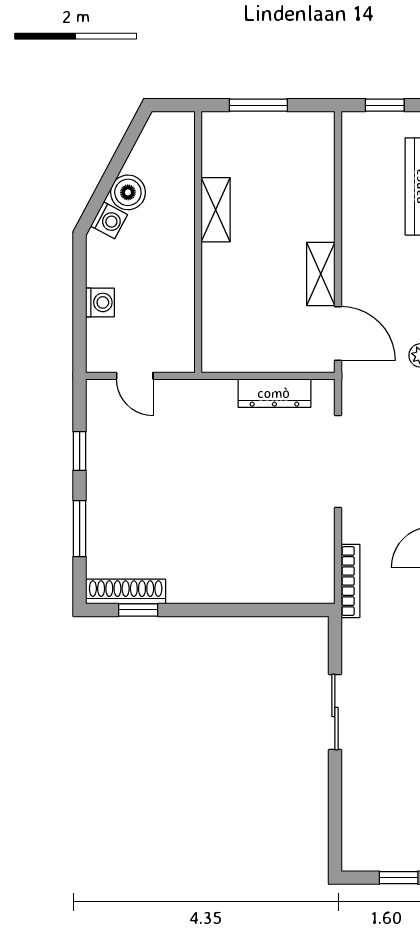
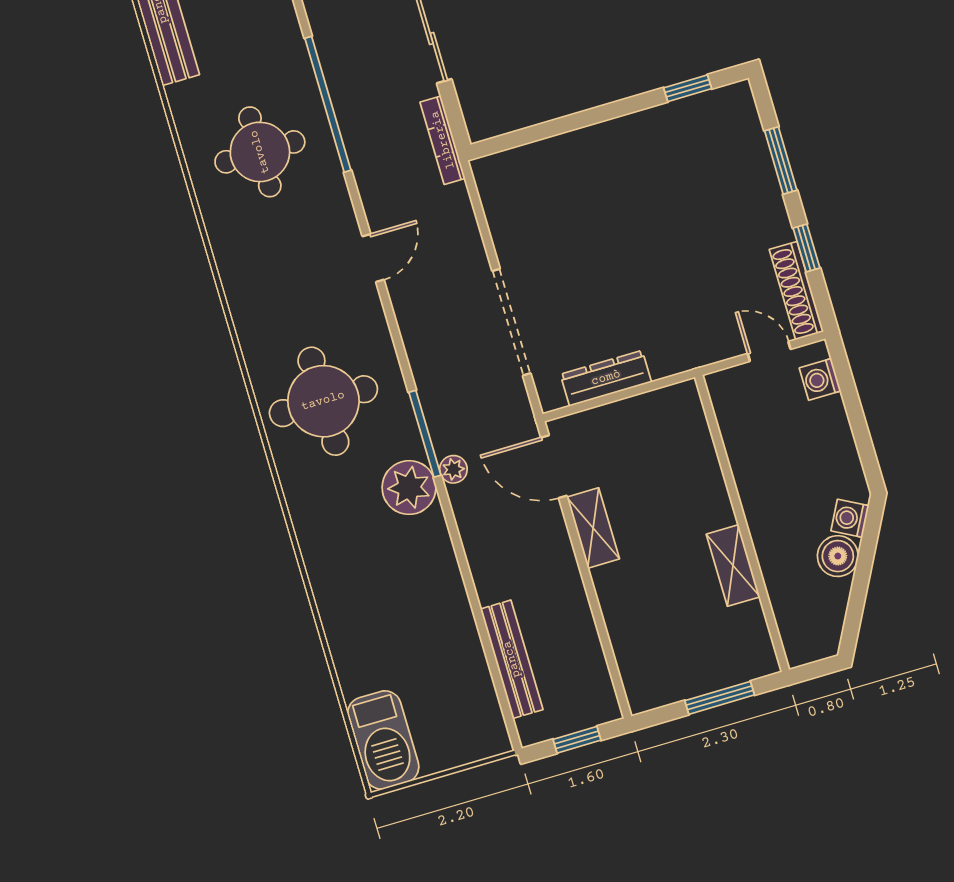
washing machine: (100, 302) -> (820, 379), moved
bookcase: (350, 581) -> (443, 140), moved
shoe rack: (126, 592) -> (796, 291), moved, turned 90

